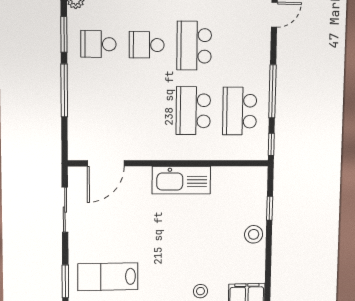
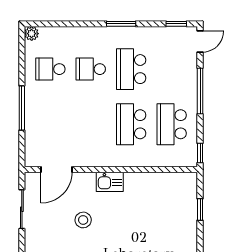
window: (64, 34) -> (22, 62), removed
window: (272, 91) -> (200, 91), moved
kitchen sink: (181, 180) -> (110, 182), width x0.53, depth x0.81
stool: (254, 234) -> (83, 220), moved

